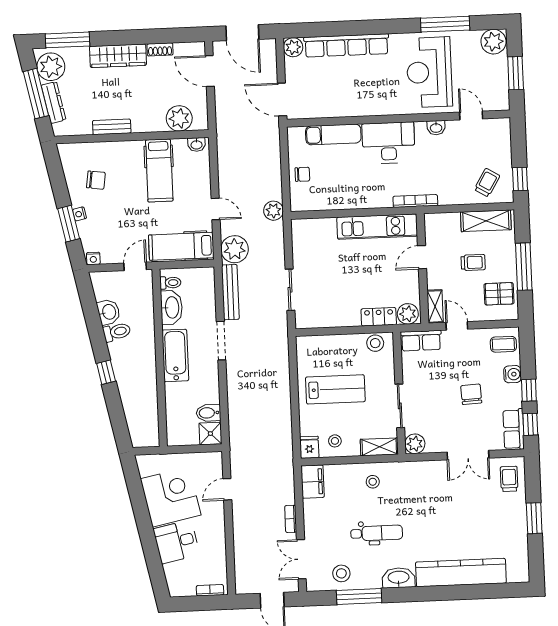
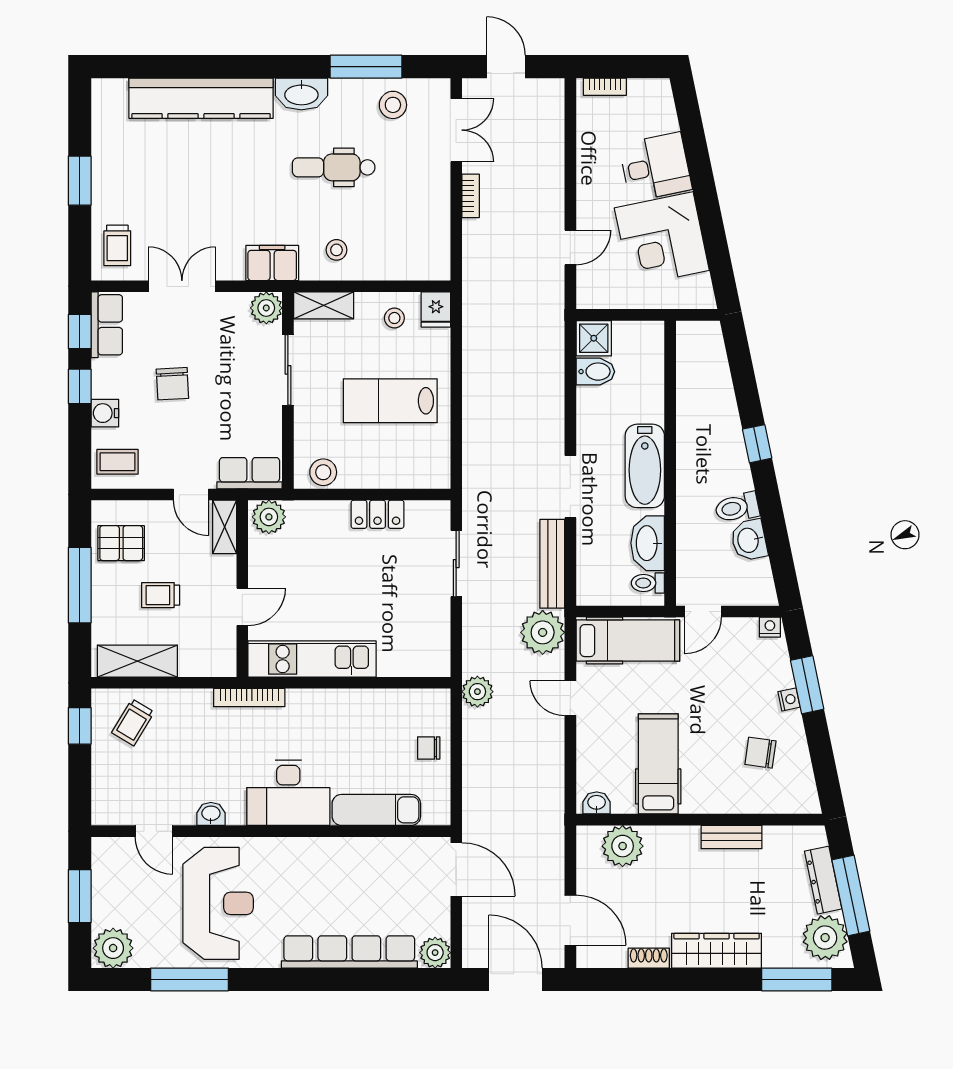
locker: (379, 317) -> (378, 514), moved
filing cabinet: (313, 482) -> (272, 263), moved, turned 90

